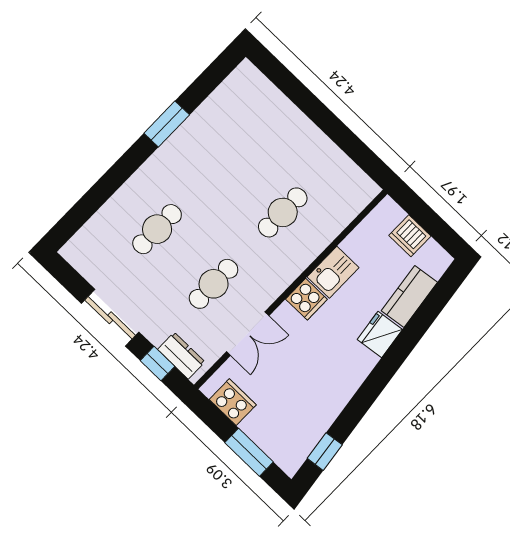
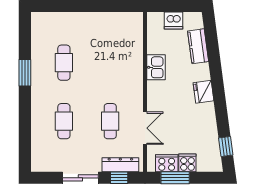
cafe table: (283, 212) -> (64, 63), moved
cooker: (306, 299) -> (187, 163), moved, turned -90
fridge: (380, 334) -> (204, 92), moved
dresser: (181, 356) -> (120, 165), width x1.44
window: (249, 452) -> (175, 178), moved

